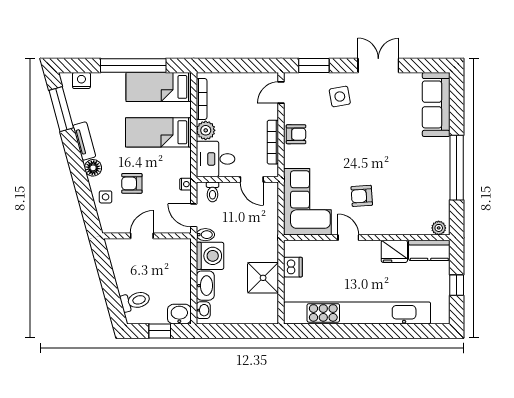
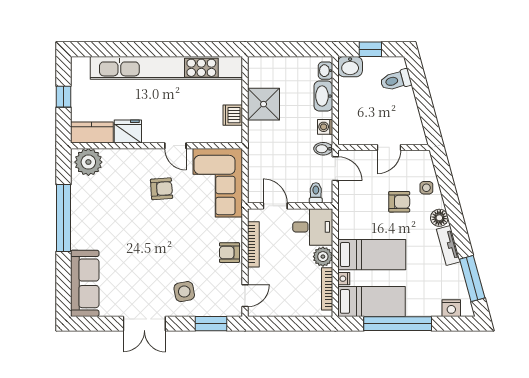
nightstand: (185, 184) -> (344, 279), moved
plant: (439, 228) -> (88, 162), width x1.87, depth x1.87
washing machine: (210, 256) -> (325, 127), width x0.53, depth x0.53

